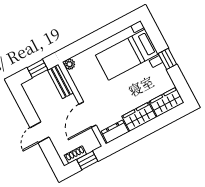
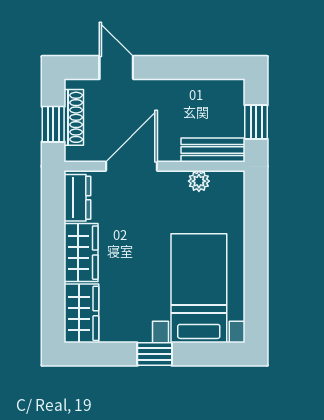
plant: (70, 64) -> (199, 181), moved
door: (88, 115) -> (131, 166), hinge flipped
door: (40, 132) -> (116, 68), moved
shoe rack: (75, 155) -> (74, 117), width x1.43

